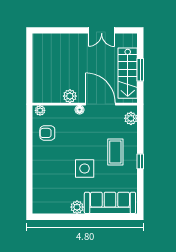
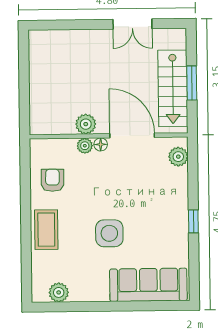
plant: (40, 110) -> (85, 146), moved
armchair: (47, 133) -> (52, 180), turned 91
coffee table: (115, 152) -> (46, 230), moved
plant: (77, 207) -> (59, 292), moved

